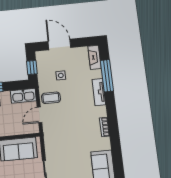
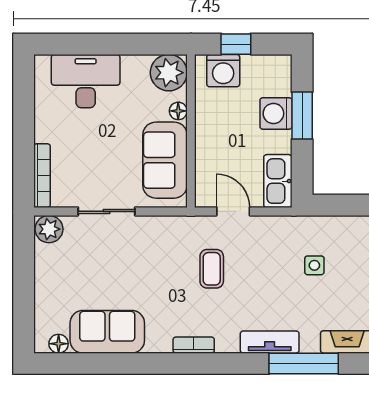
window: (32, 67) -> (338, 205), removed
coffee table: (51, 98) -> (212, 269), moved

